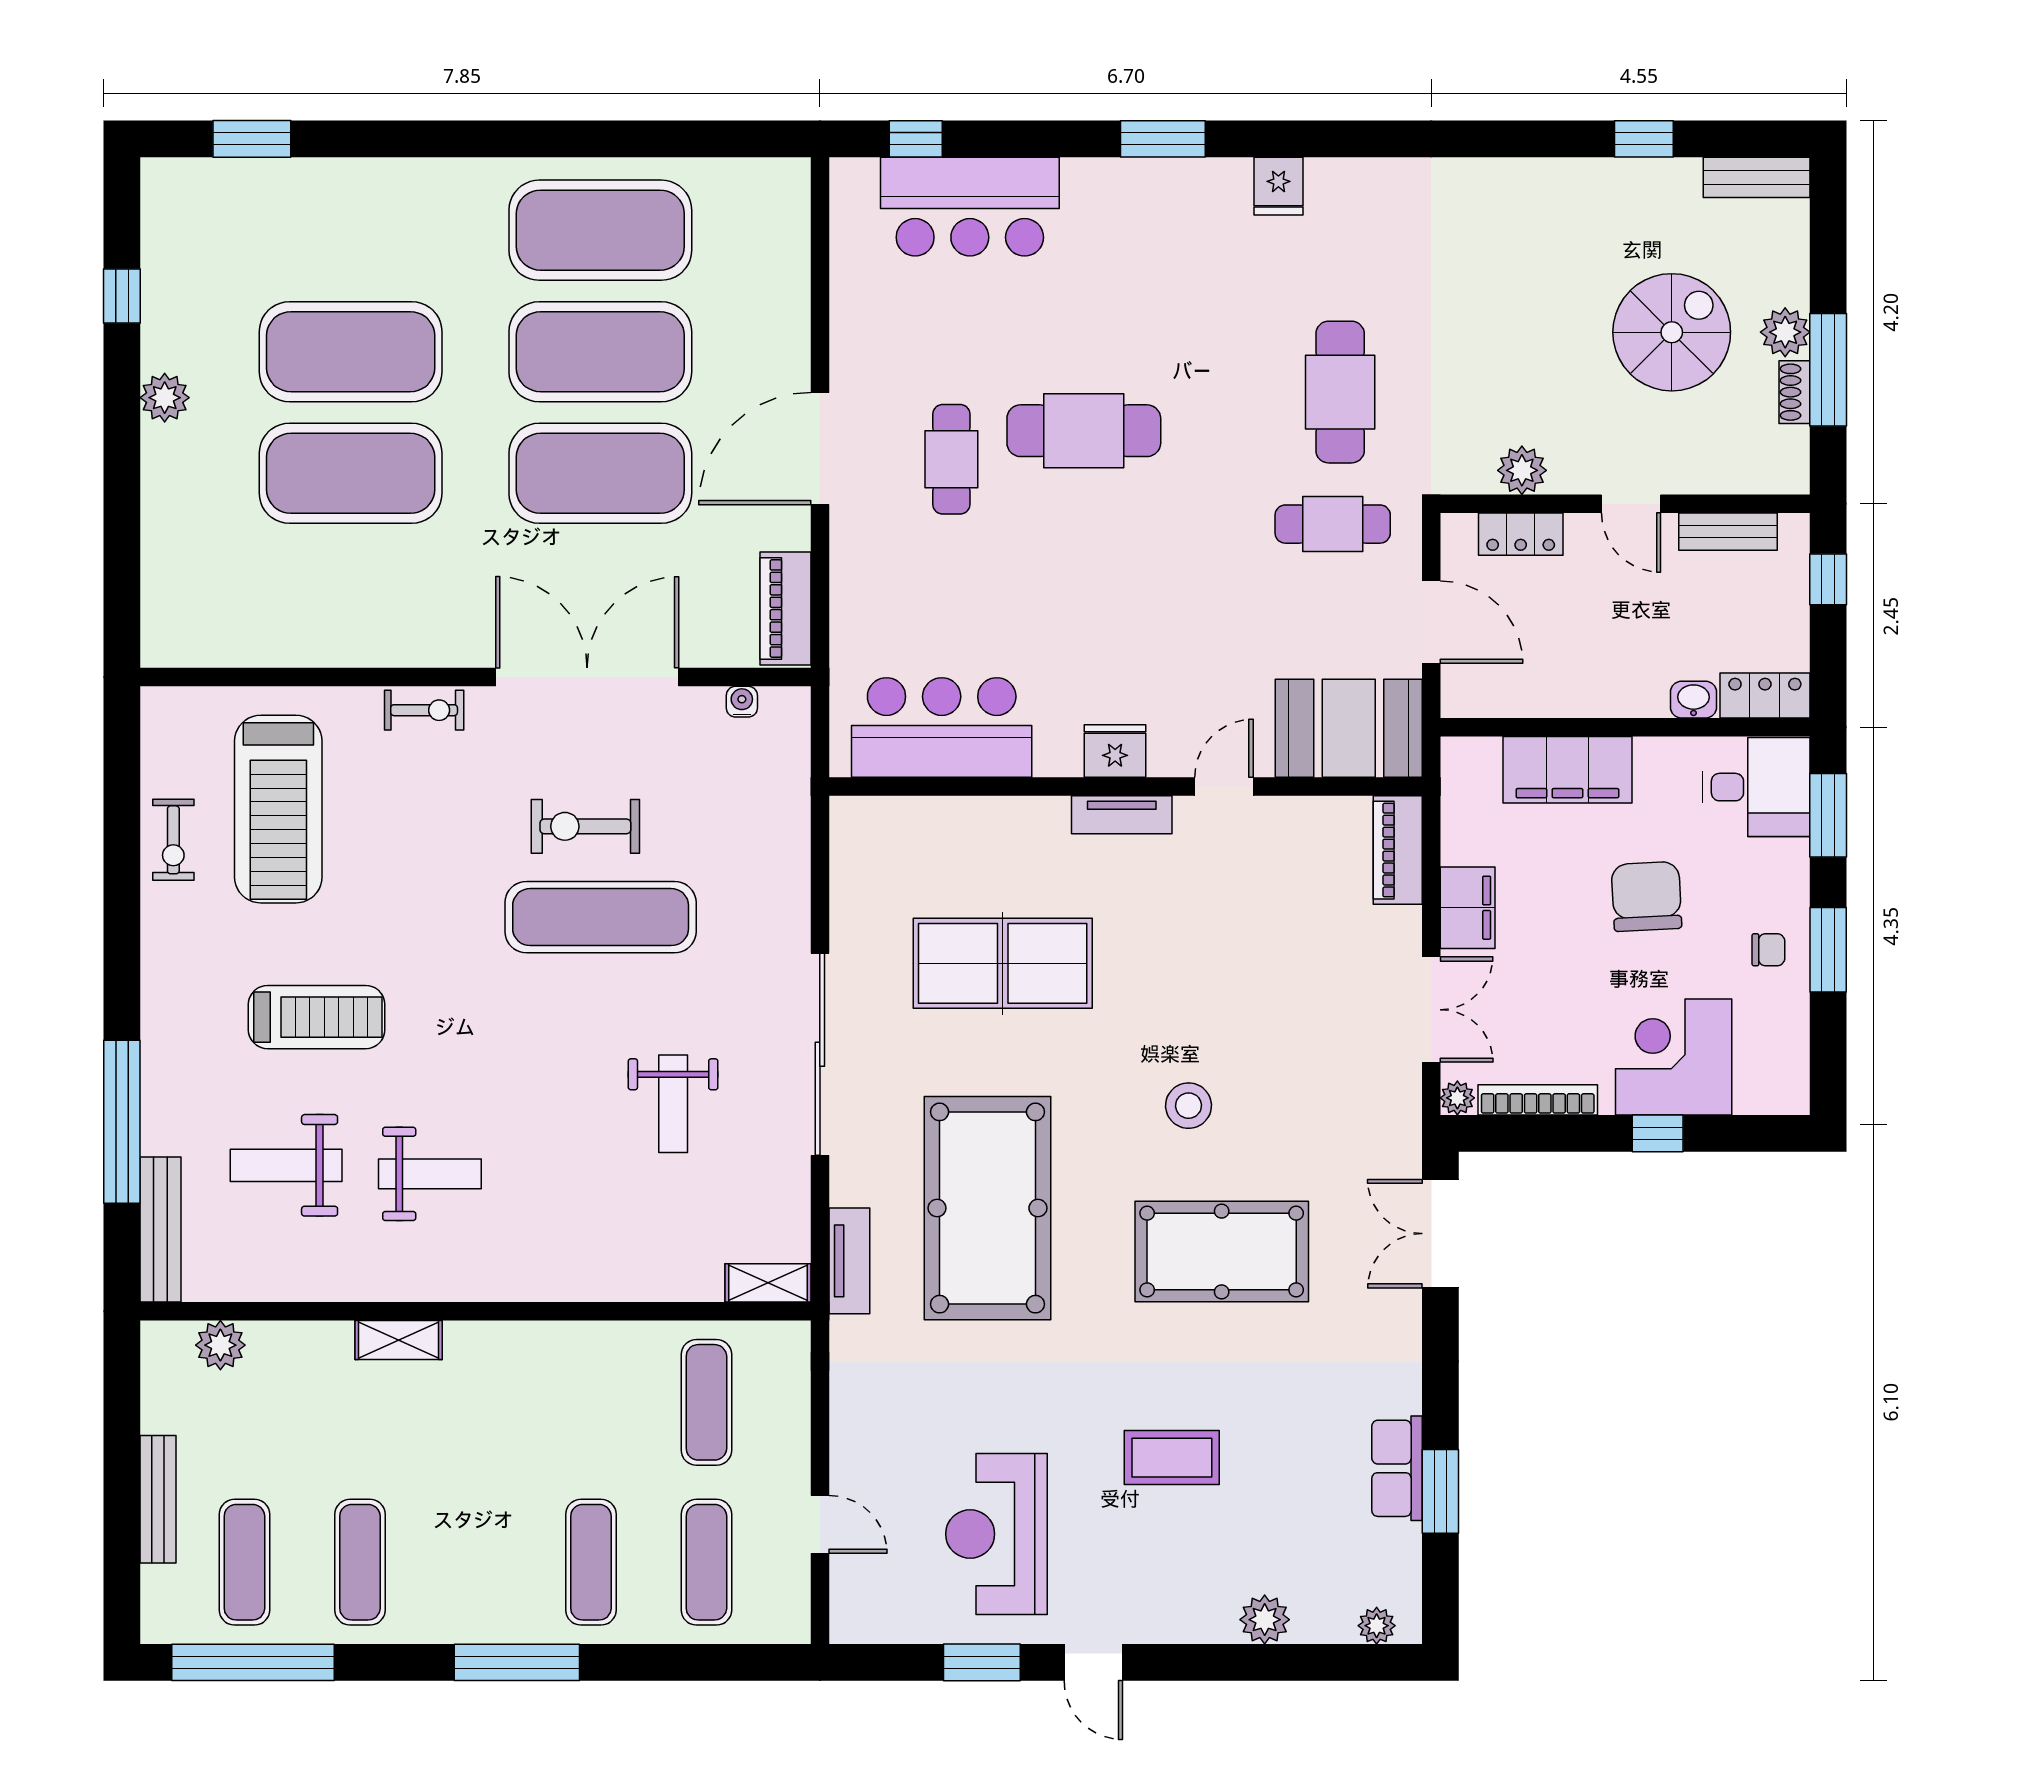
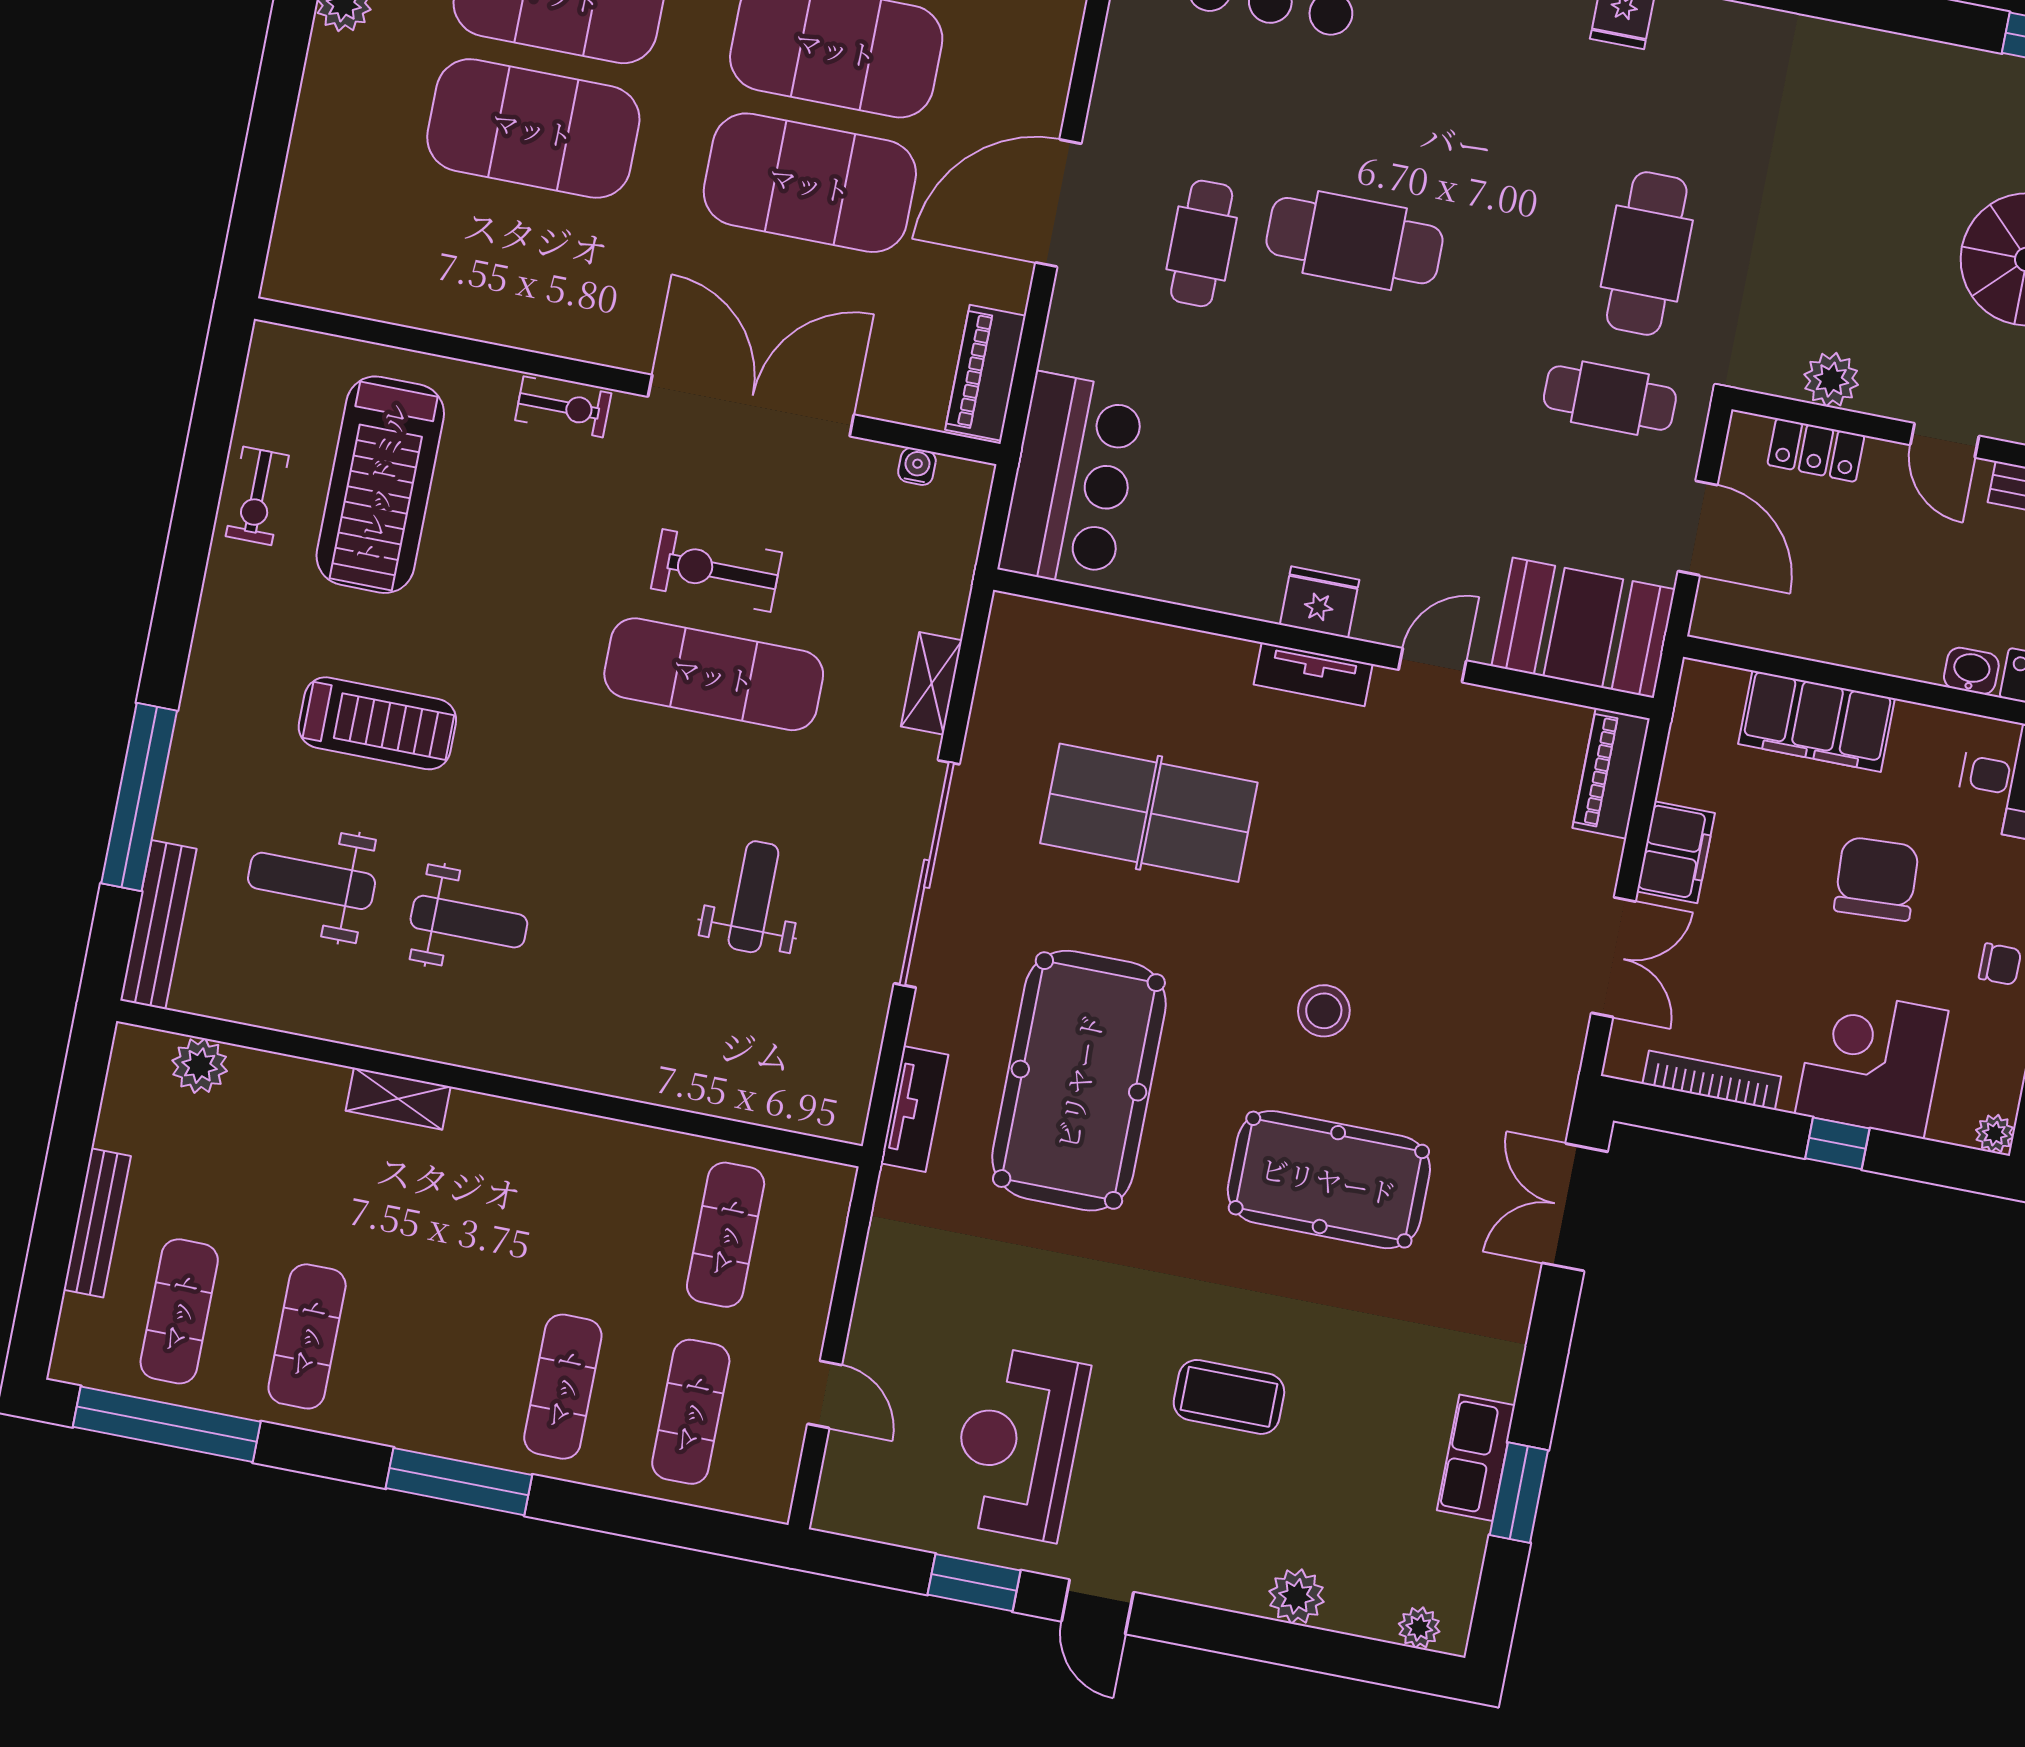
bar counter: (942, 727) -> (1072, 481), moved, turned 90
plant: (1457, 1098) -> (1995, 1134), moved
weight bench: (673, 1104) -> (753, 897), turned 180
shelving: (768, 1283) -> (931, 683), moved, turned 90

